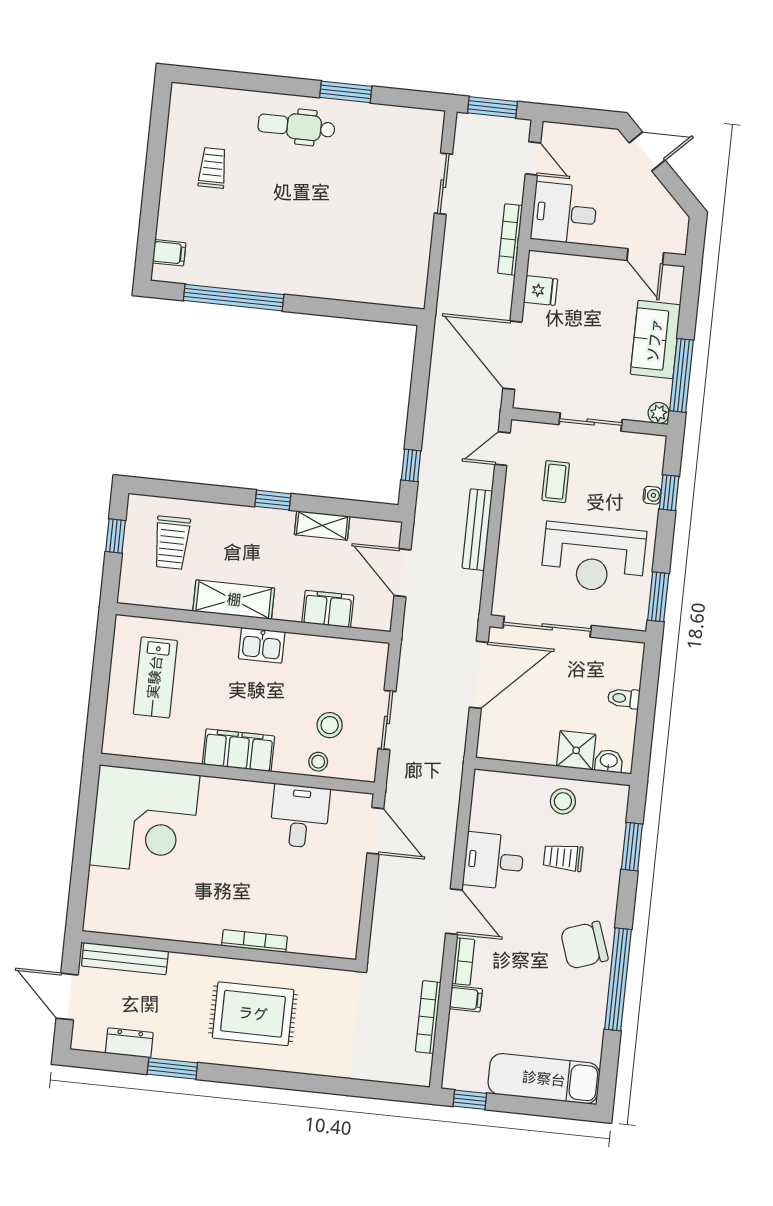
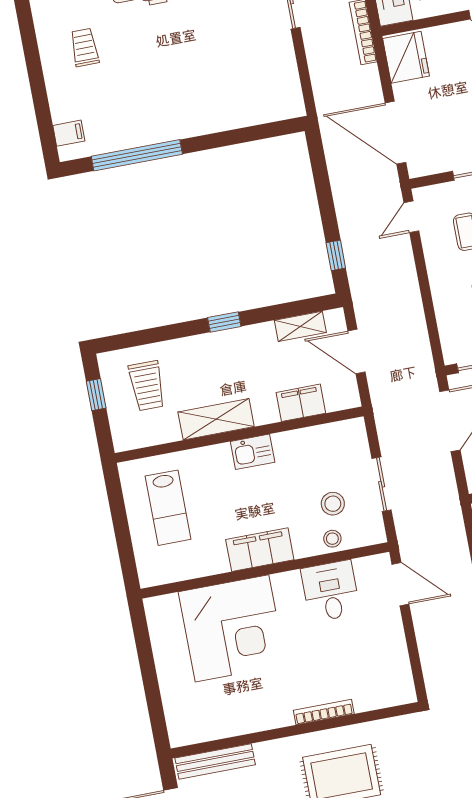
fridge: (541, 291) -> (406, 57), width x1.88, depth x1.34
shelving: (322, 525) -> (300, 326), moved
bench: (477, 530) -> (411, 294), removed
corner desk: (145, 820) -> (232, 628), moved

